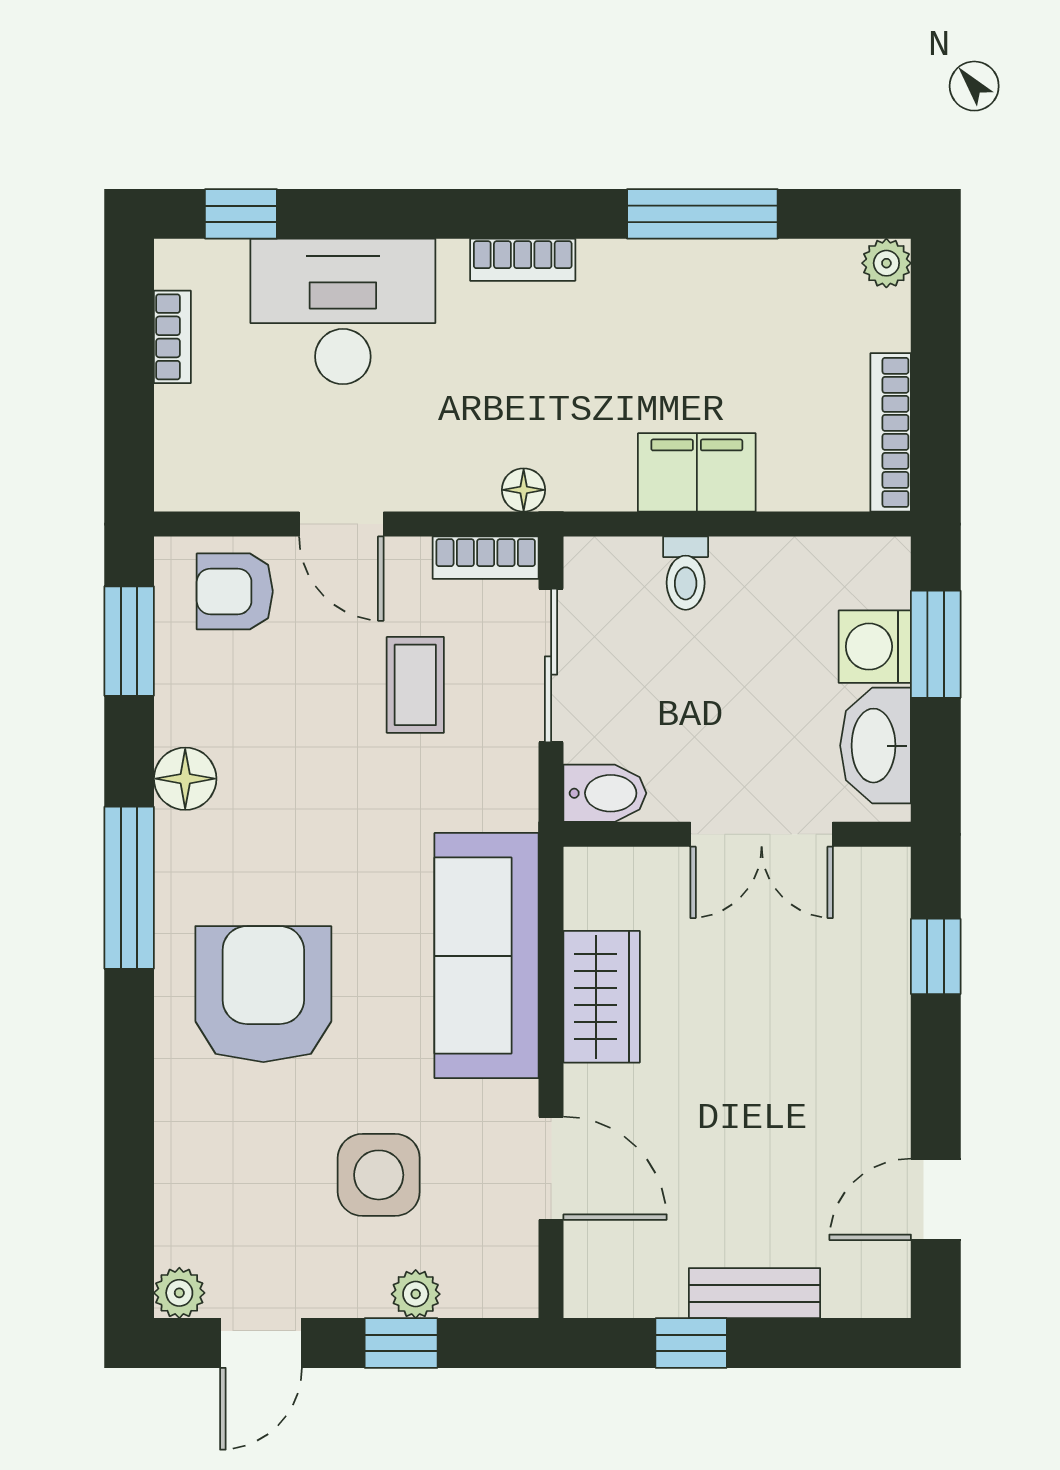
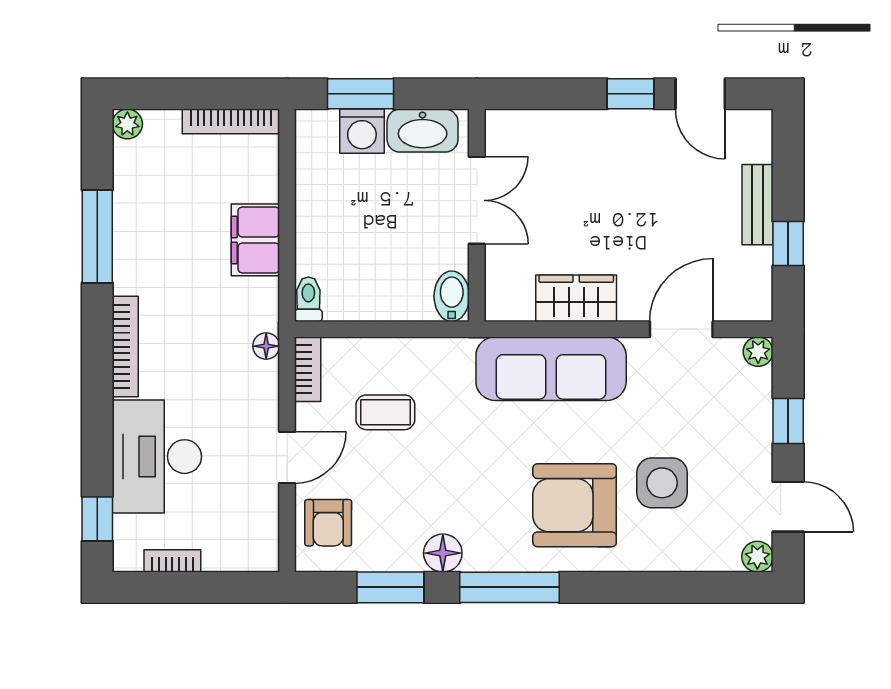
bookcase: (523, 260) -> (125, 347), width x1.56
toilet: (686, 573) -> (308, 299), moved, turned -90
window: (129, 641) -> (390, 587), moved
sliding door: (551, 666) -> (374, 329), removed
window: (936, 956) -> (631, 94), moved
side table: (379, 1175) -> (662, 483), moved
plant: (416, 1294) -> (758, 352), moved

